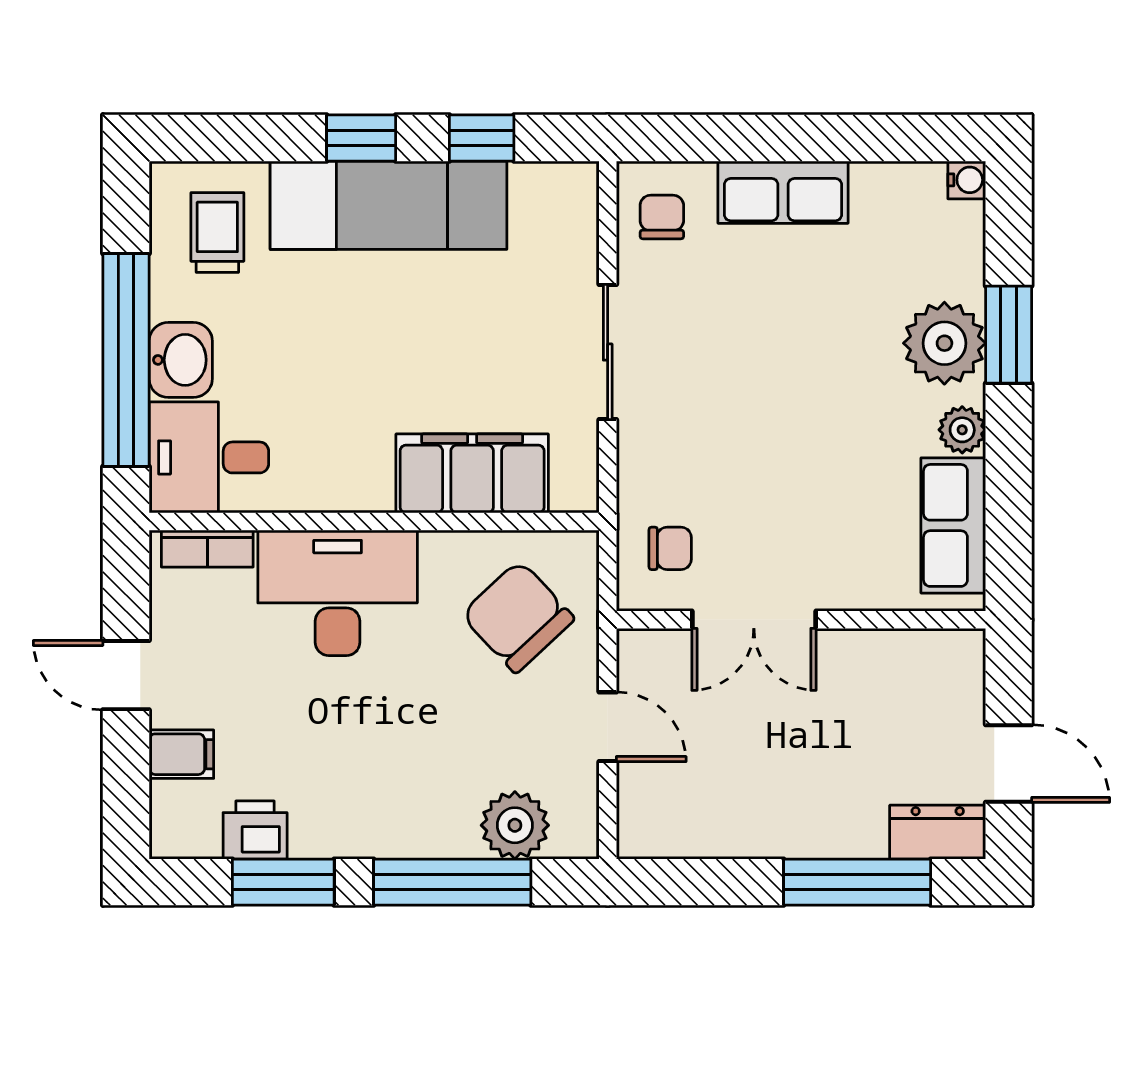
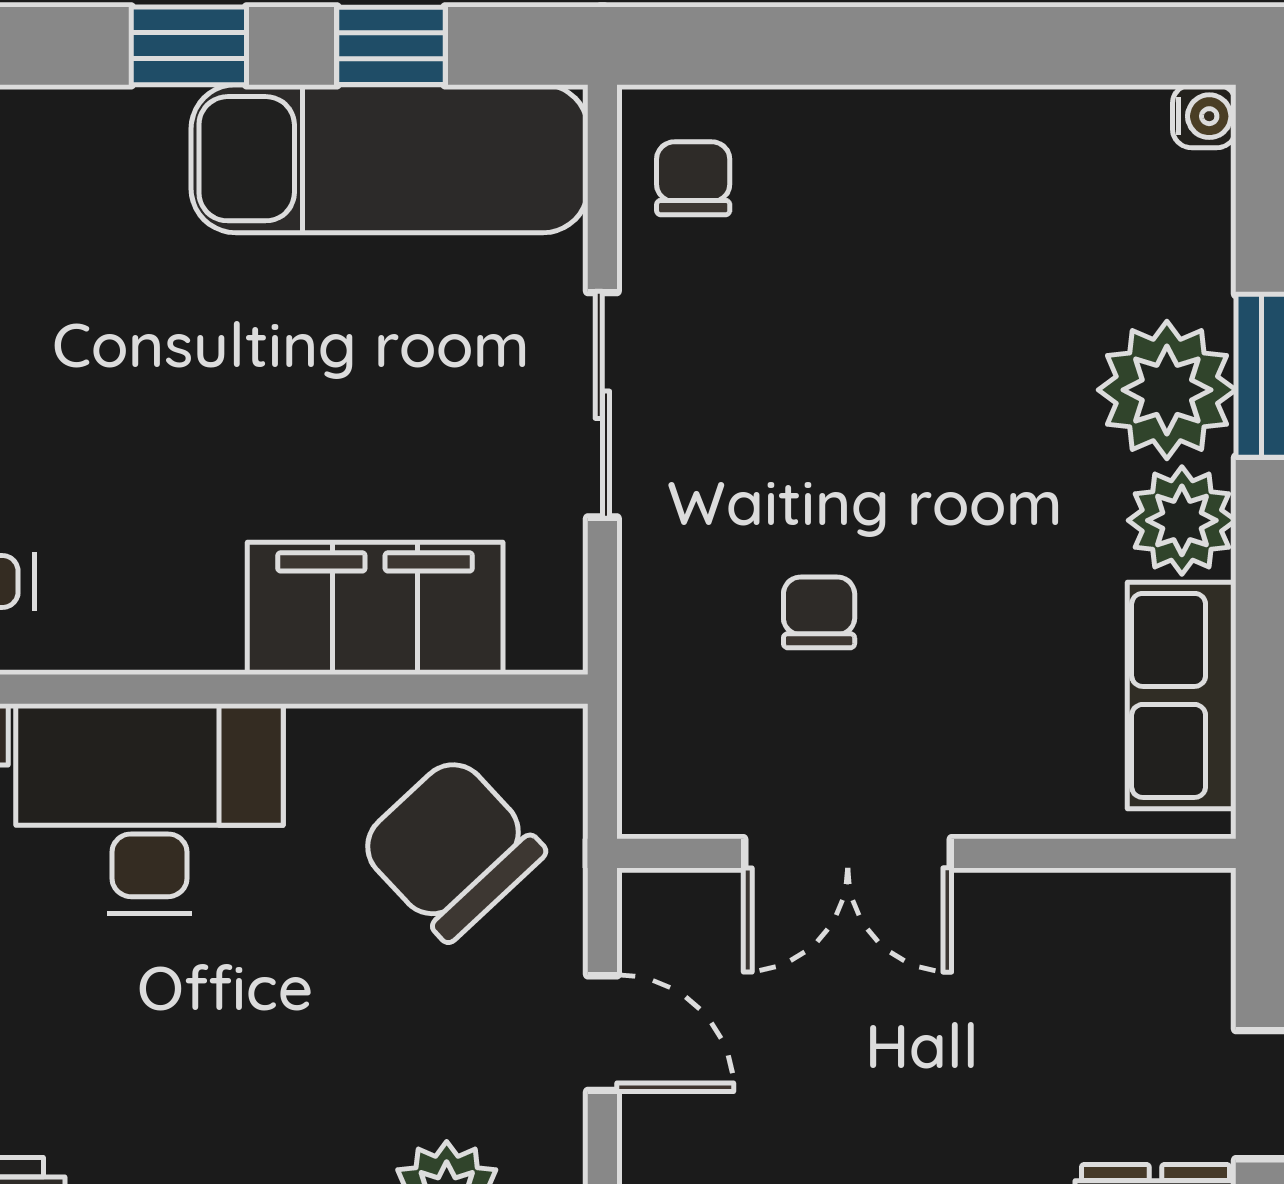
row of seats: (783, 192) -> (896, 137), removed
exam couch: (388, 205) -> (389, 159), moved
plant: (962, 430) -> (1182, 520), width x1.38, depth x1.38
chair: (670, 548) -> (819, 612), moved, turned -90

